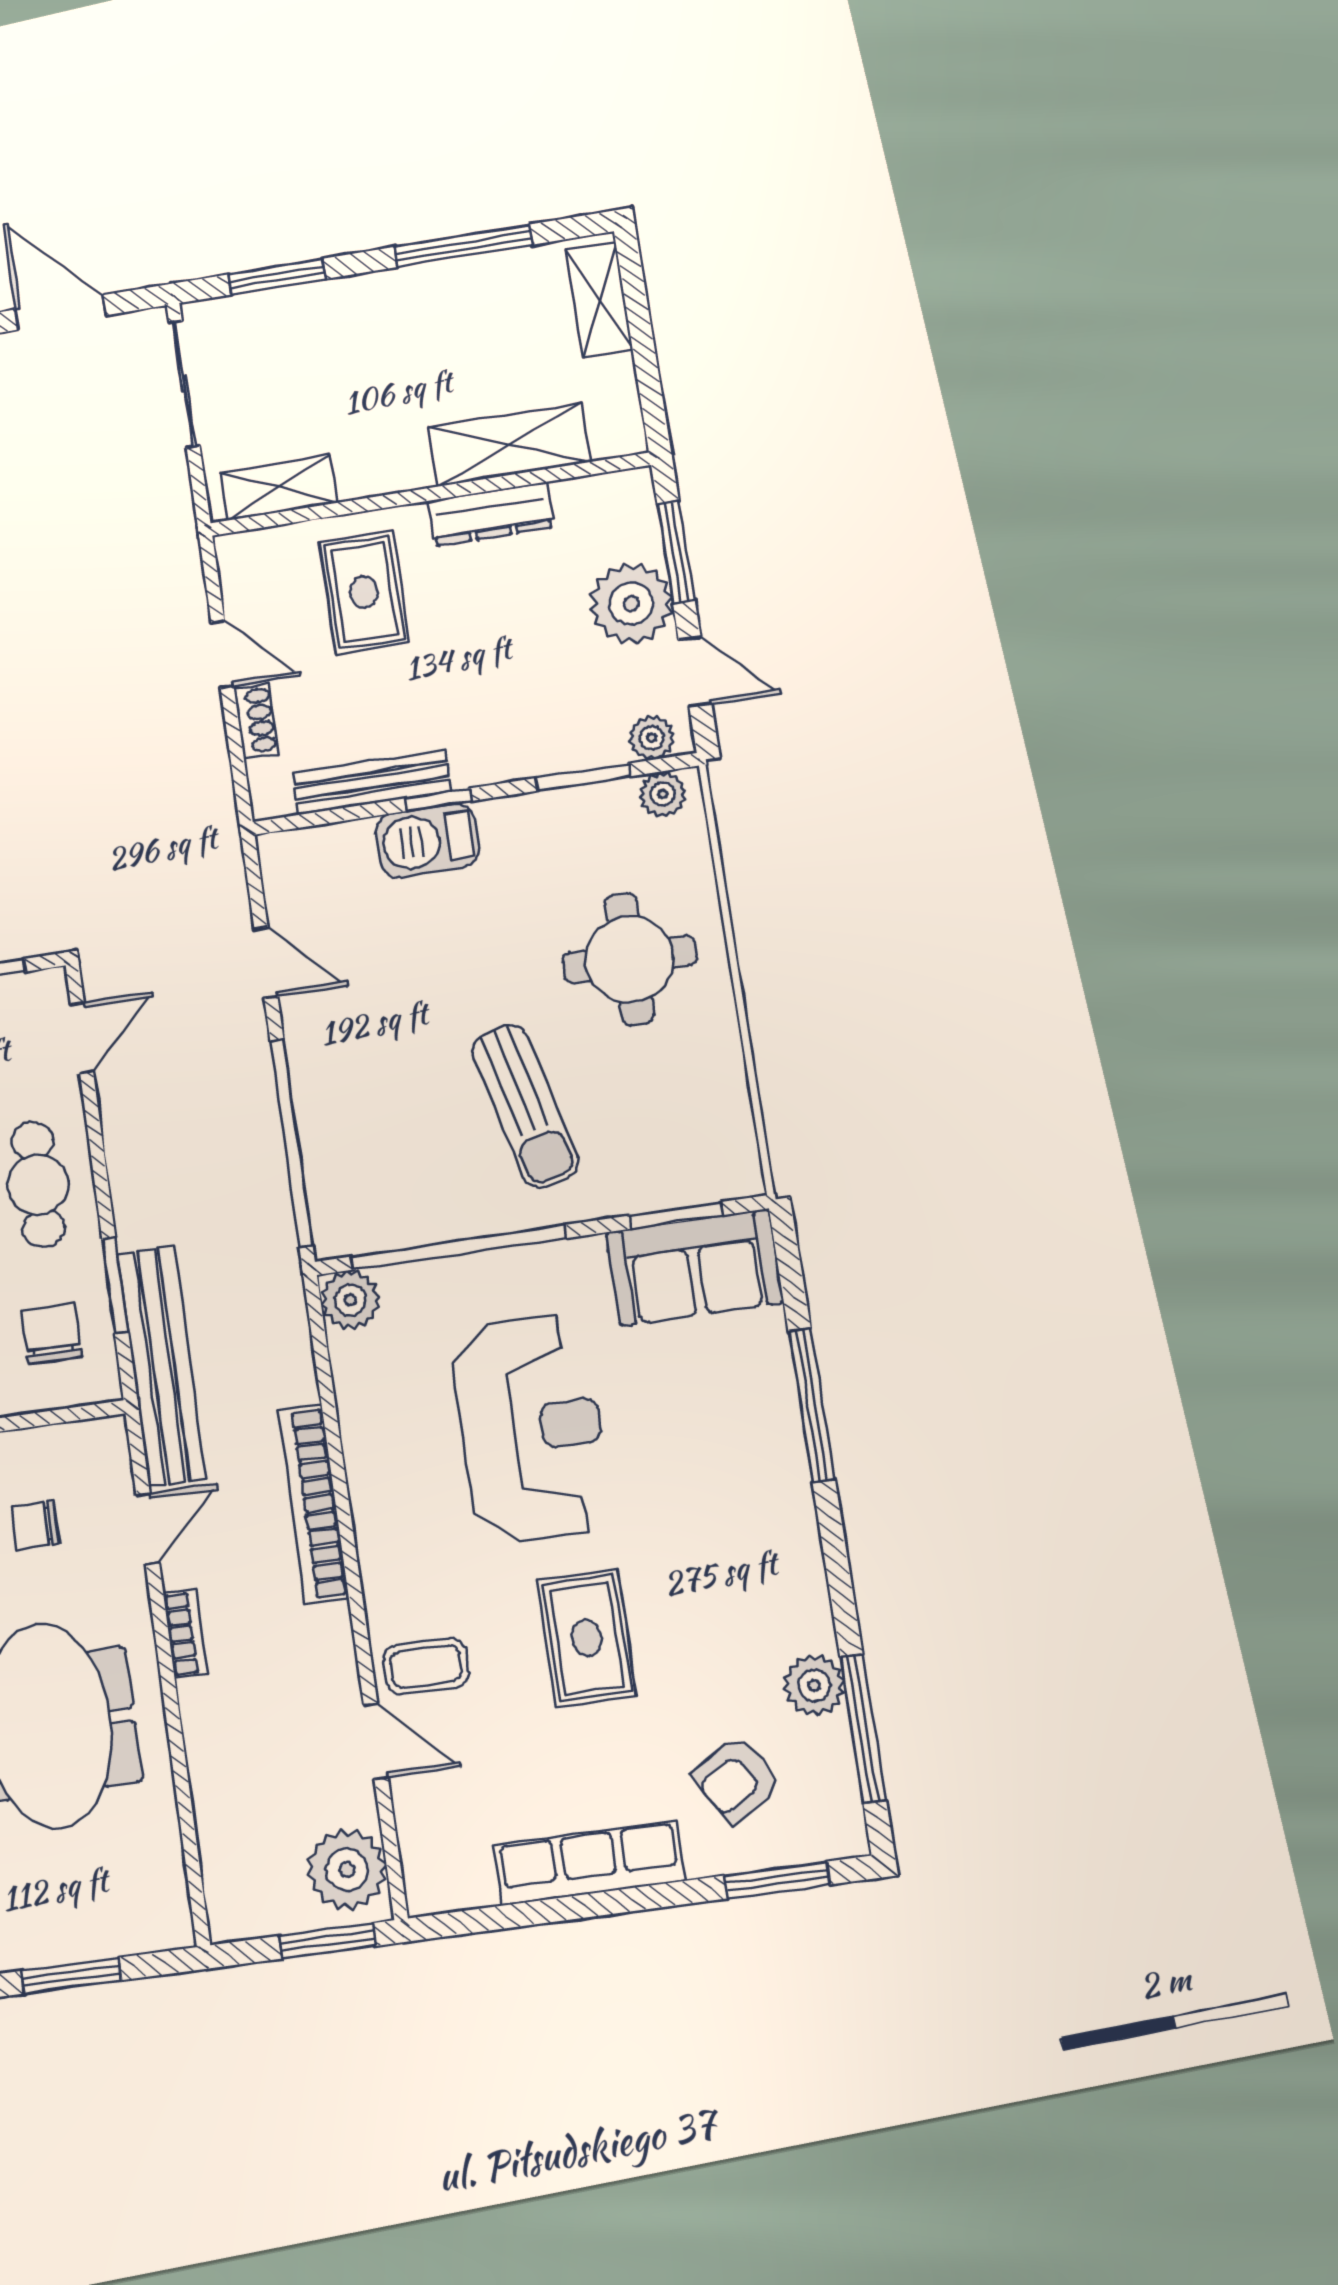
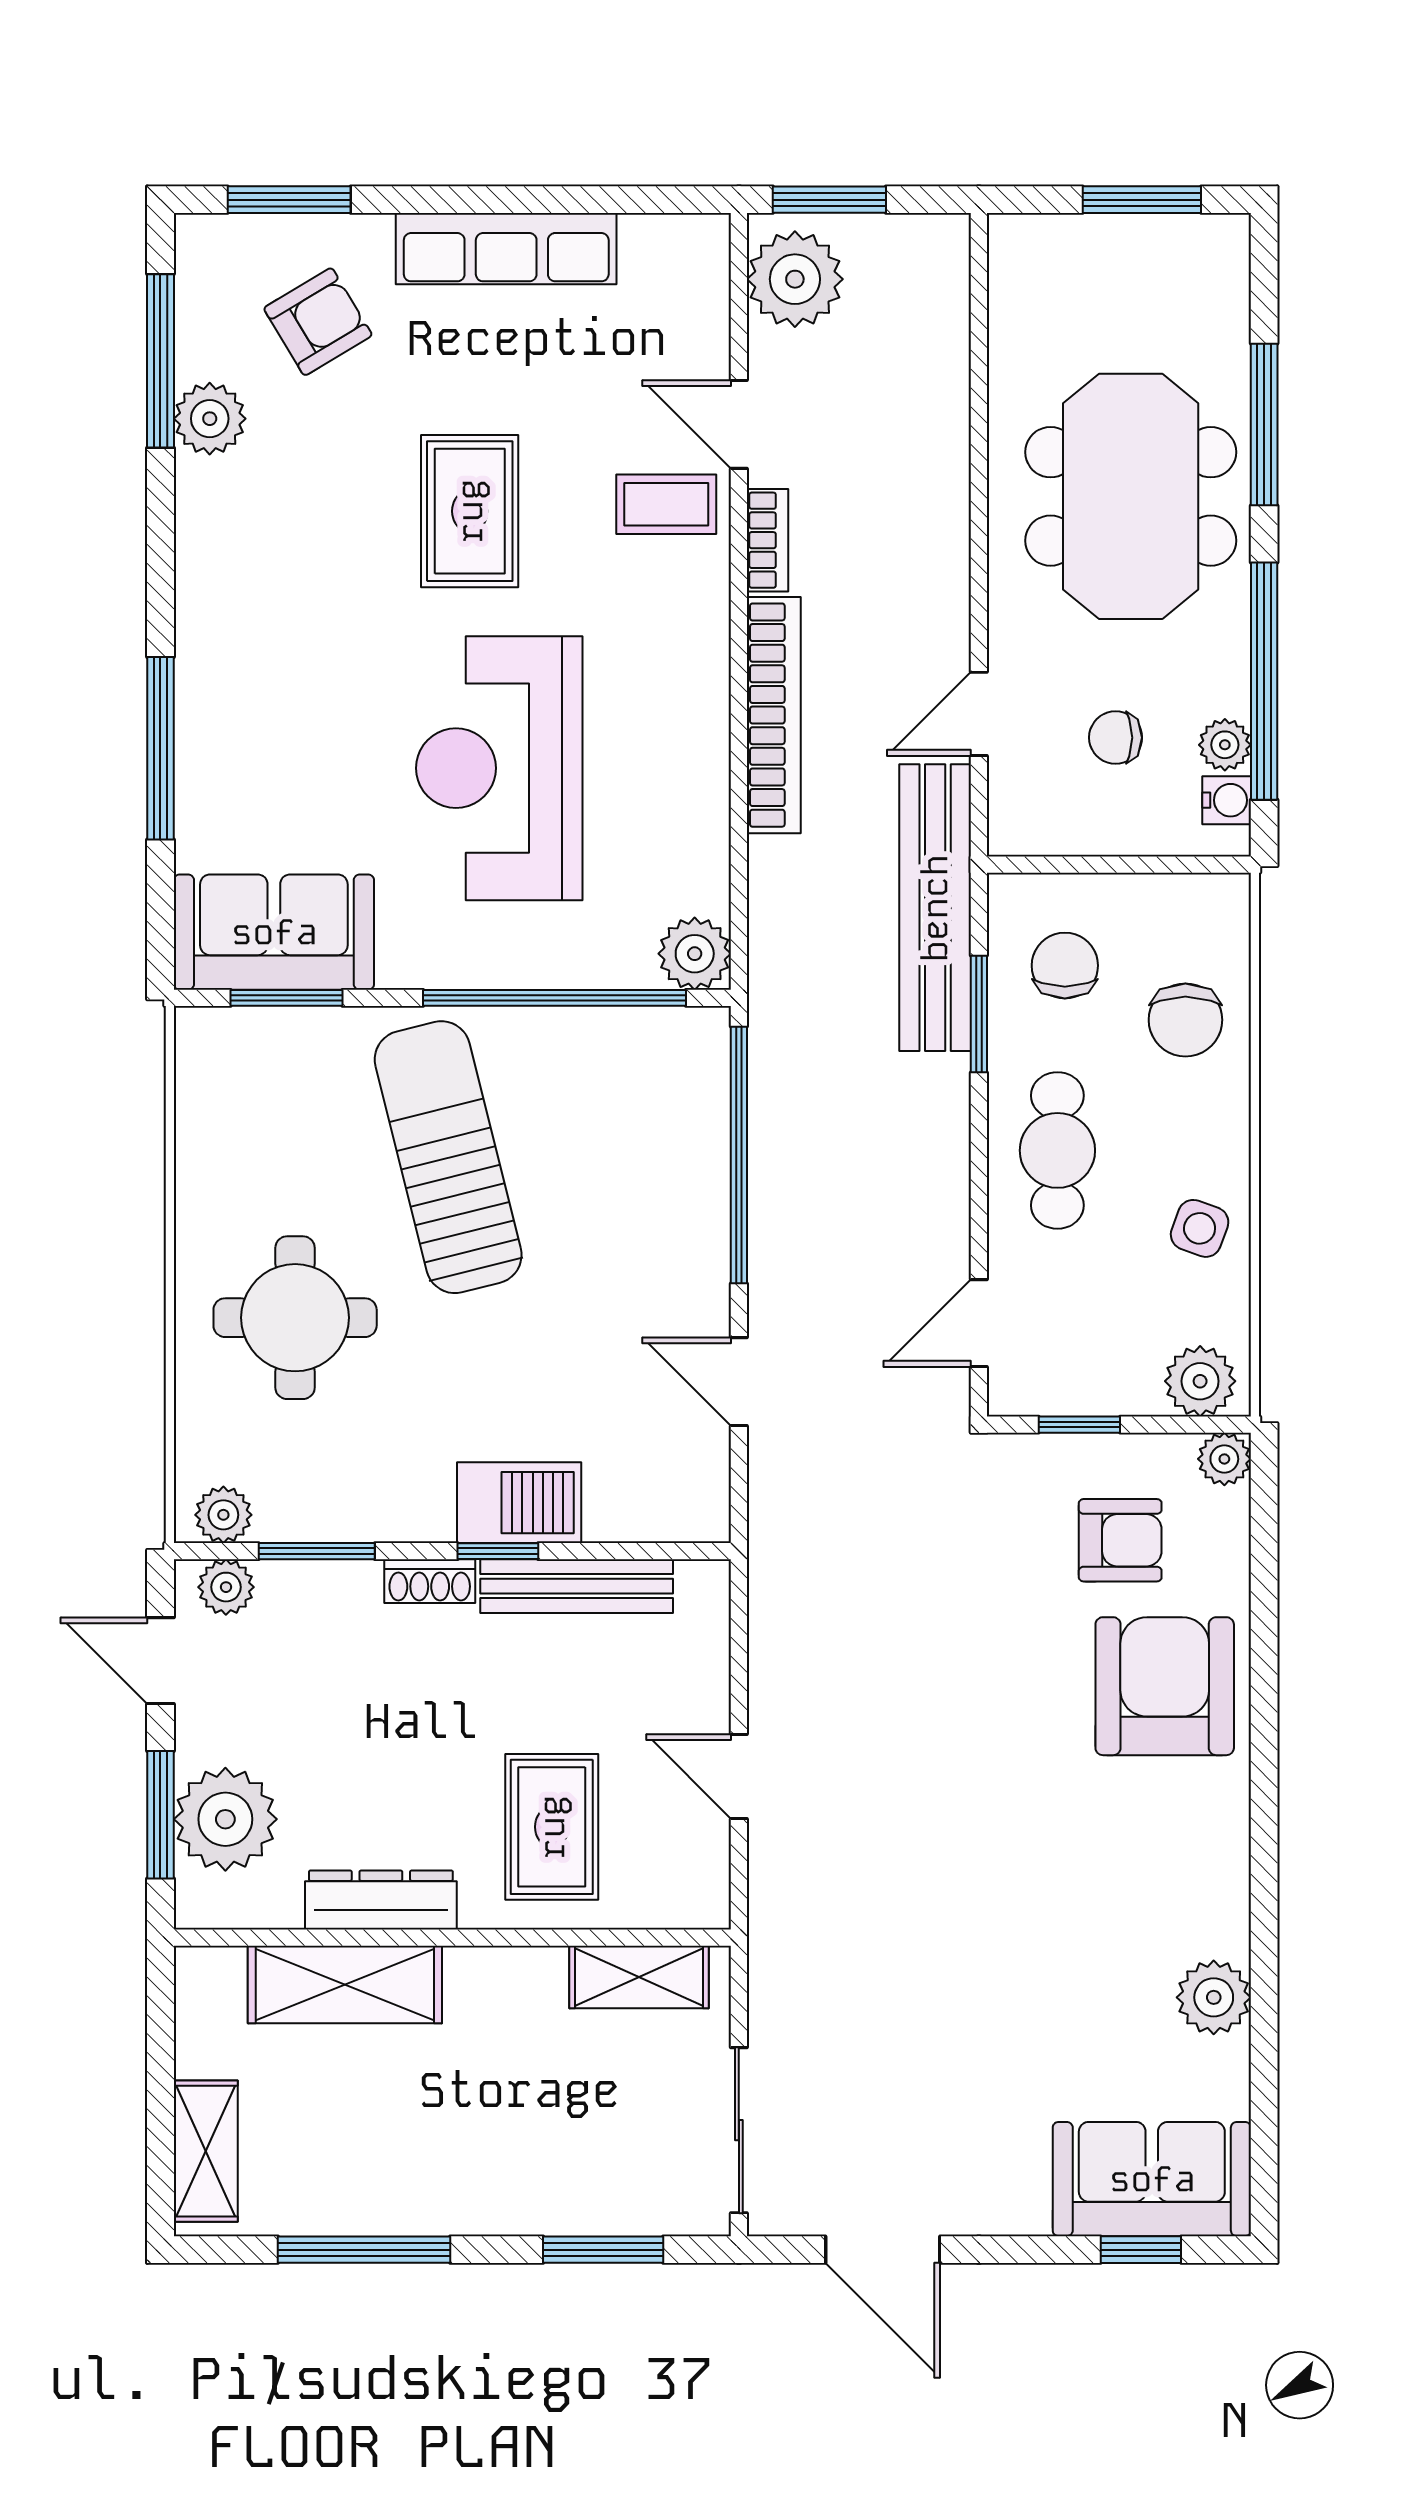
plant: (631, 603) -> (225, 1819), moved
shoe rack: (256, 721) -> (430, 1581), moved, turned -90
sun lounger: (525, 1106) -> (448, 1157), width x1.36, depth x1.34
chair: (52, 1334) -> (1065, 966), turned 180
chair: (35, 1525) -> (1116, 738), turned 180
bookcase: (185, 1633) -> (768, 540), moved, turned 180

